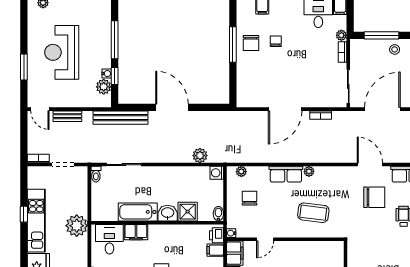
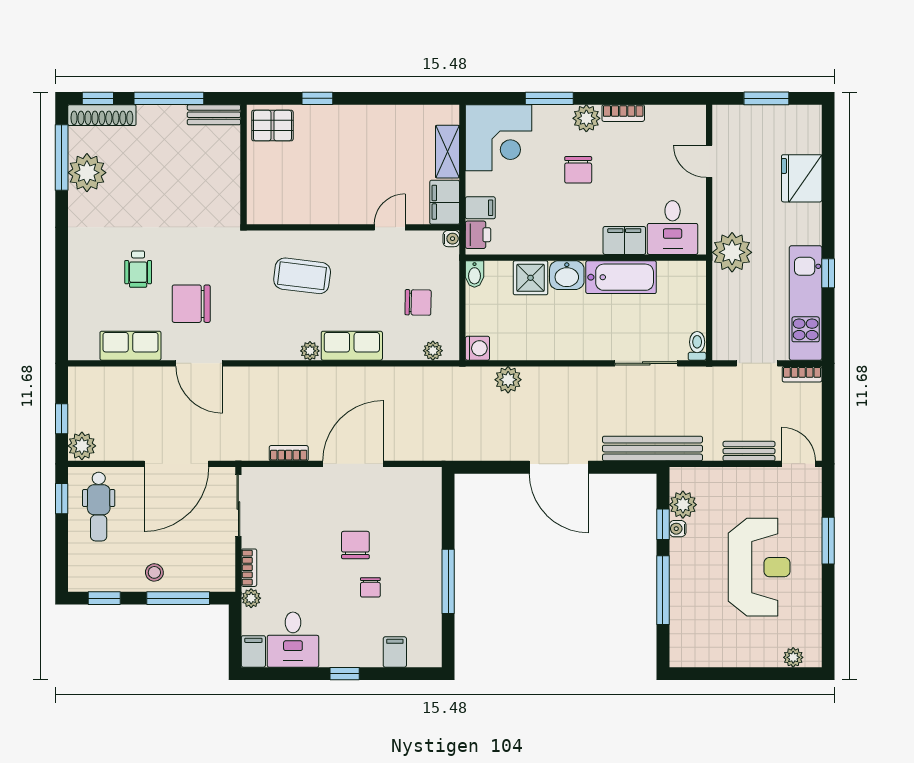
chair: (251, 43) -> (355, 545), moved
chair: (249, 198) -> (418, 302), turned -89
kitchen unit: (36, 221) -> (806, 303), moved

